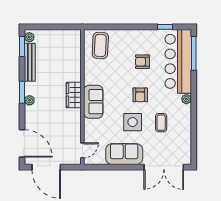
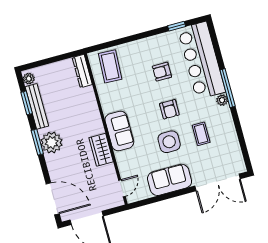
dresser: (76, 43) -> (82, 71), added
window: (22, 46) -> (27, 103), moved
window: (194, 53) -> (228, 88), moved
wardrobe: (74, 95) -> (101, 150), moved
plant: (29, 100) -> (52, 143), width x1.88, depth x1.88

